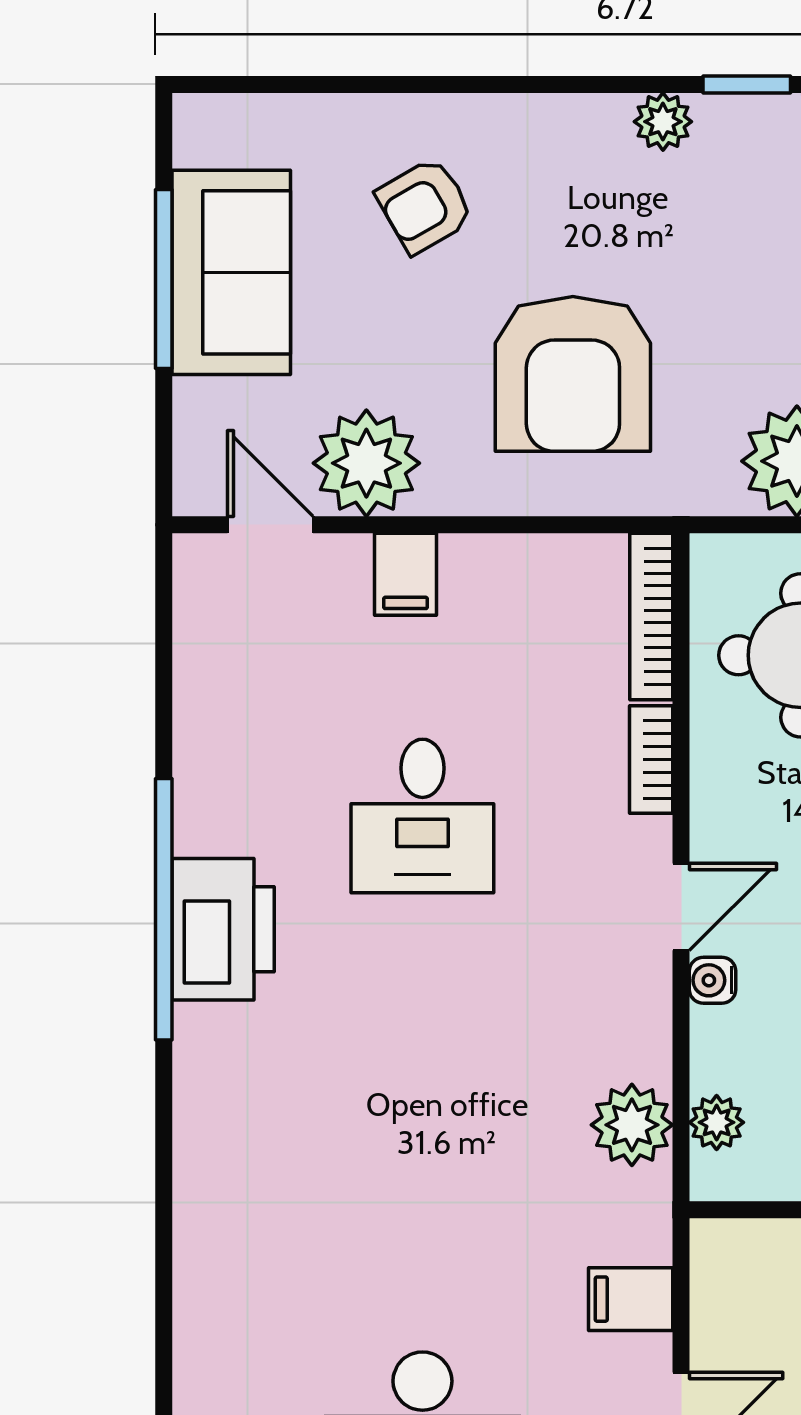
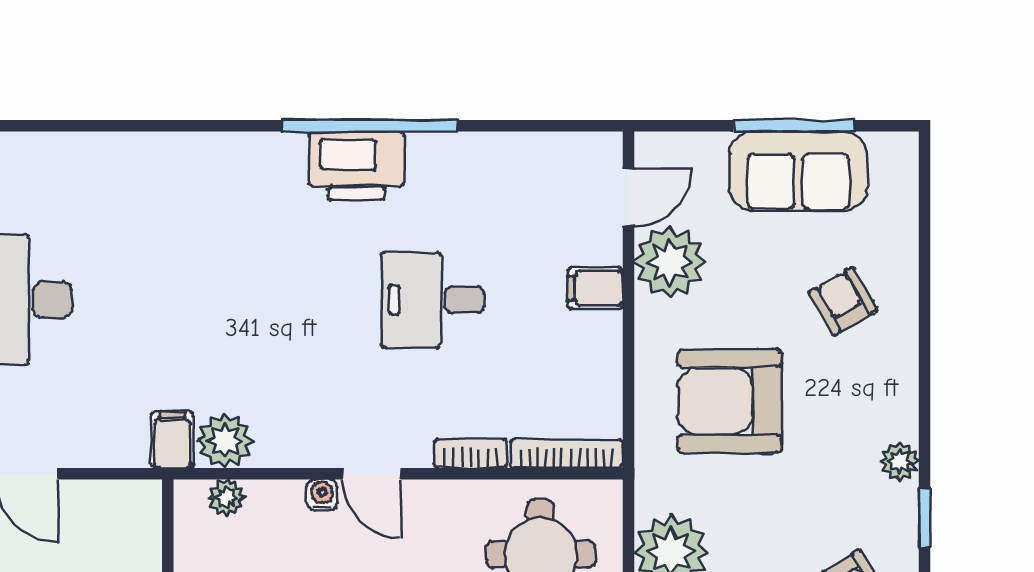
filing cabinet: (631, 1299) -> (172, 440), moved

